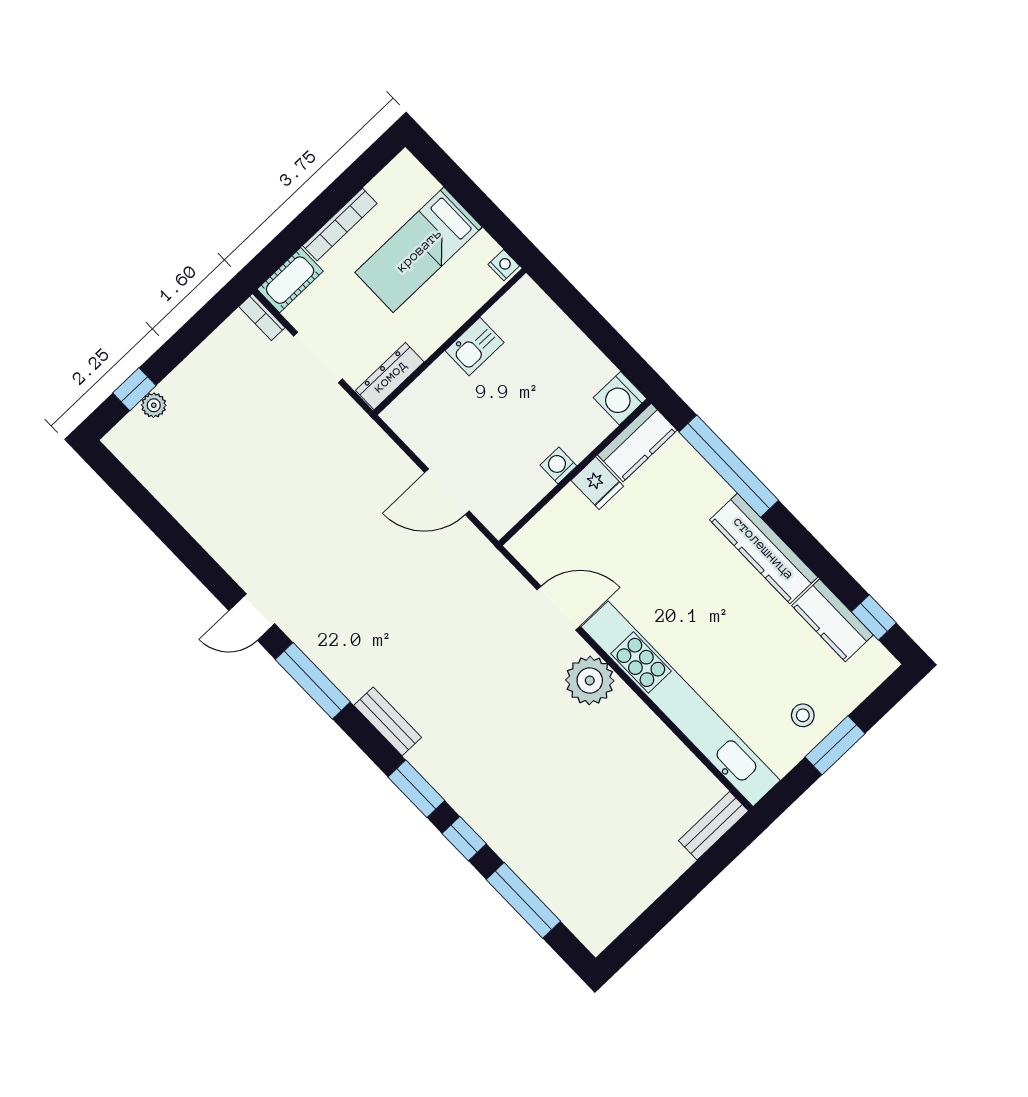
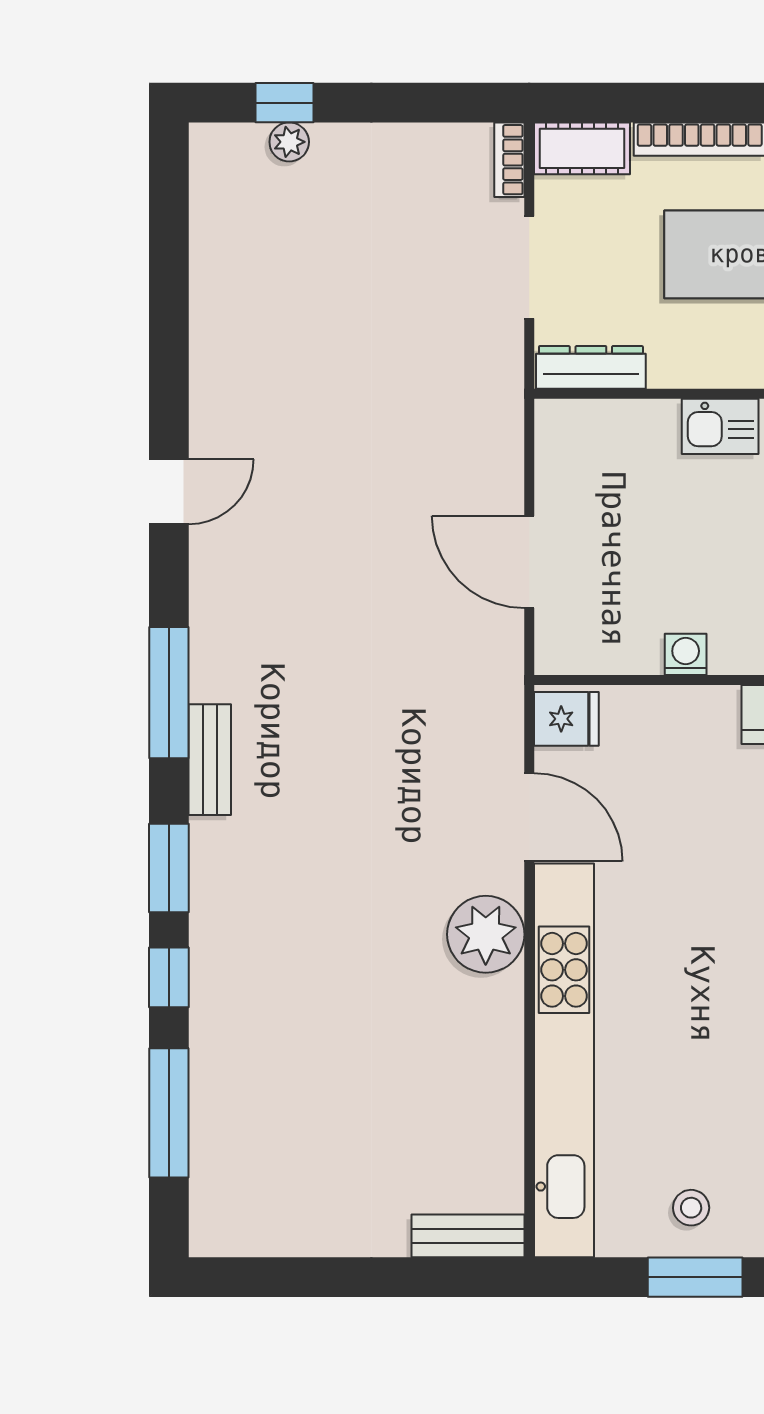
fridge: (597, 483) -> (566, 719), moved, turned -90
door: (252, 617) -> (169, 492), swing flipped
window: (313, 681) -> (169, 693), moved

